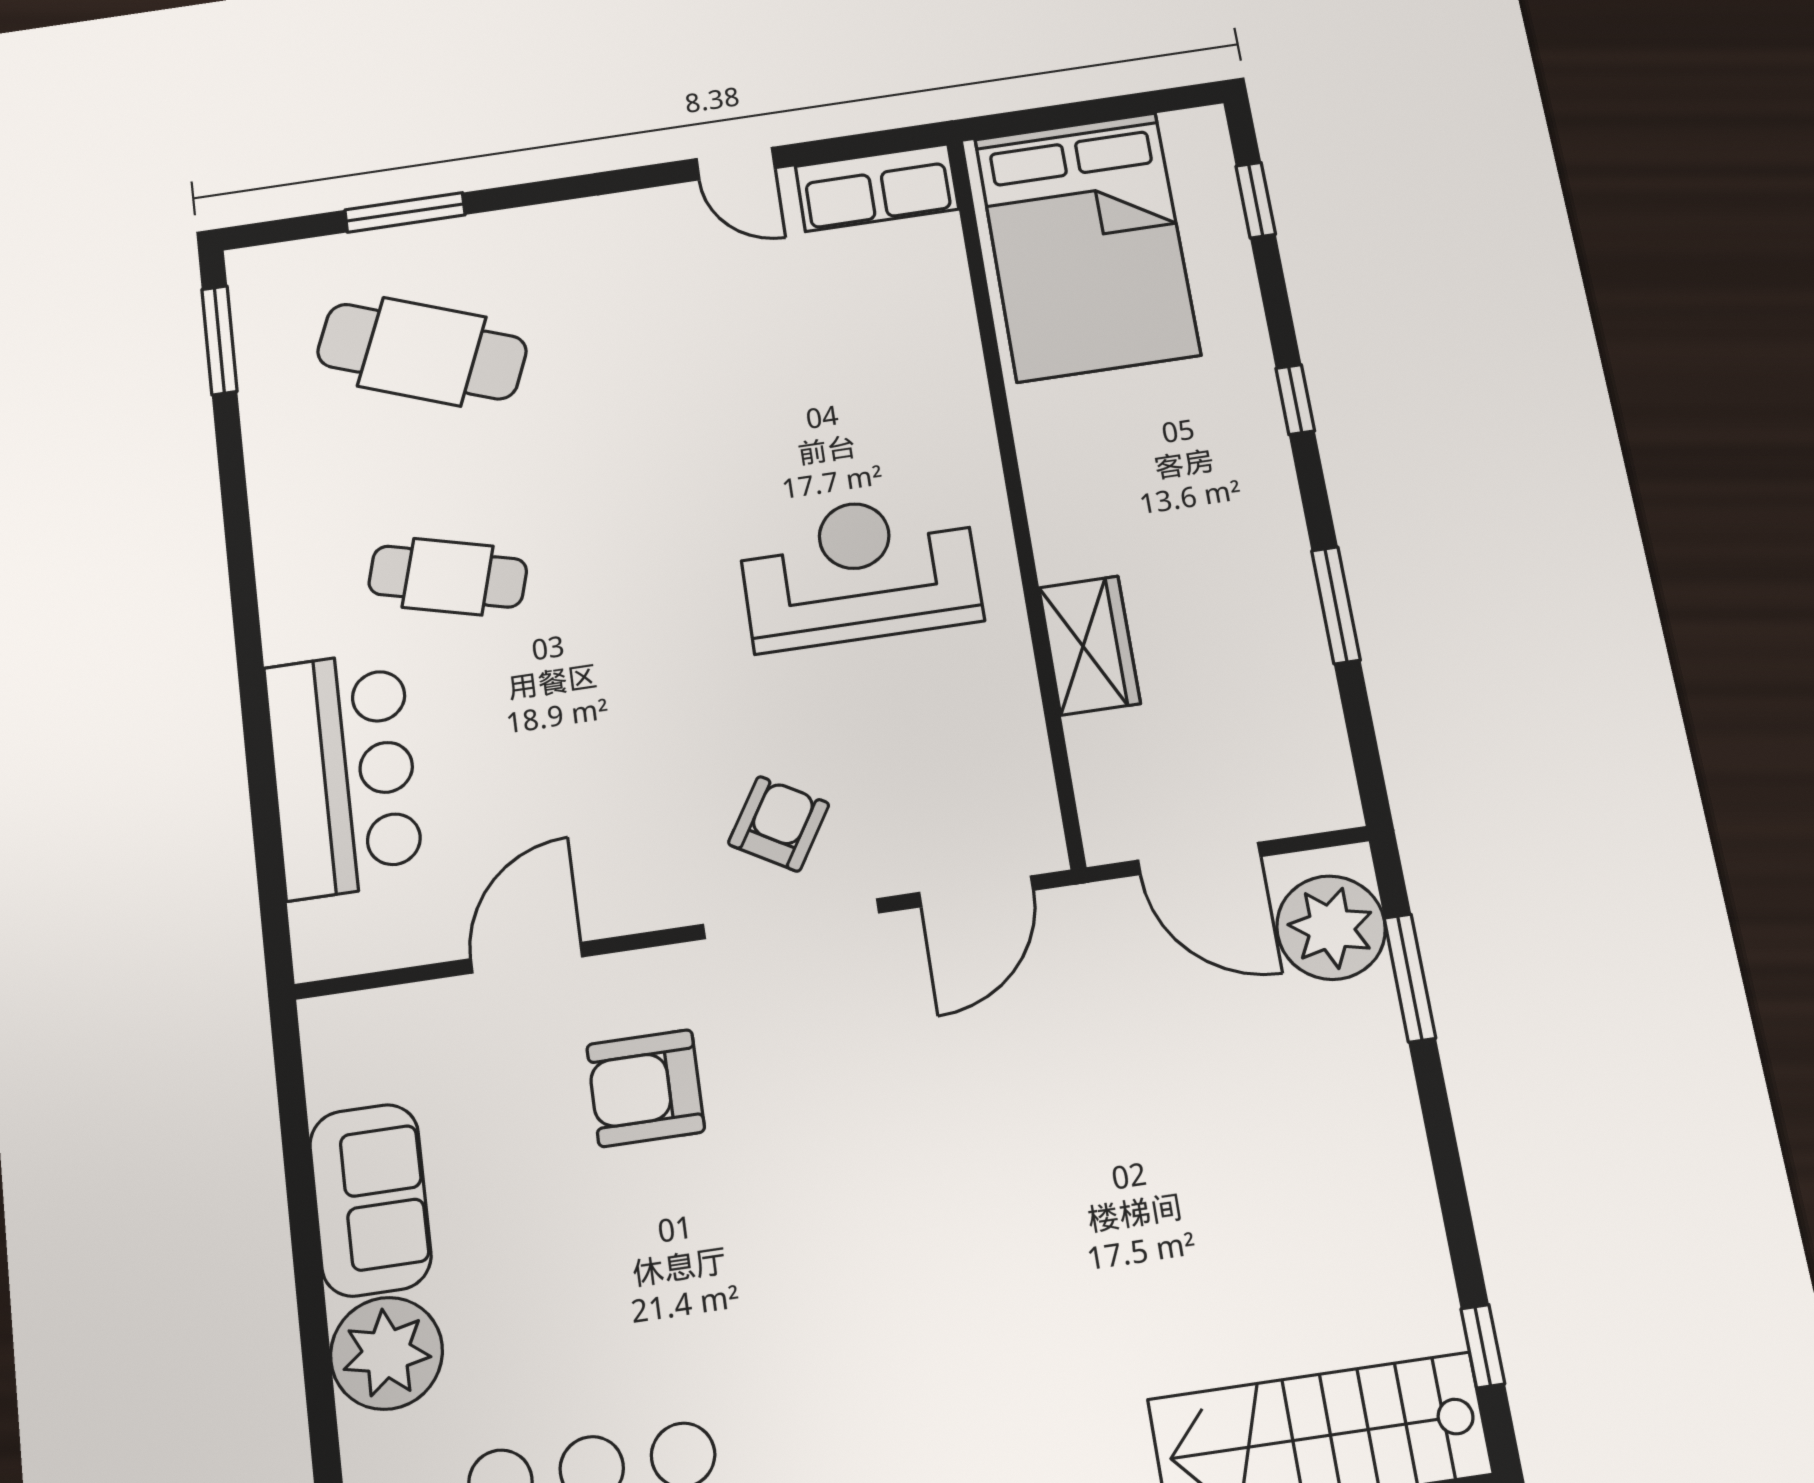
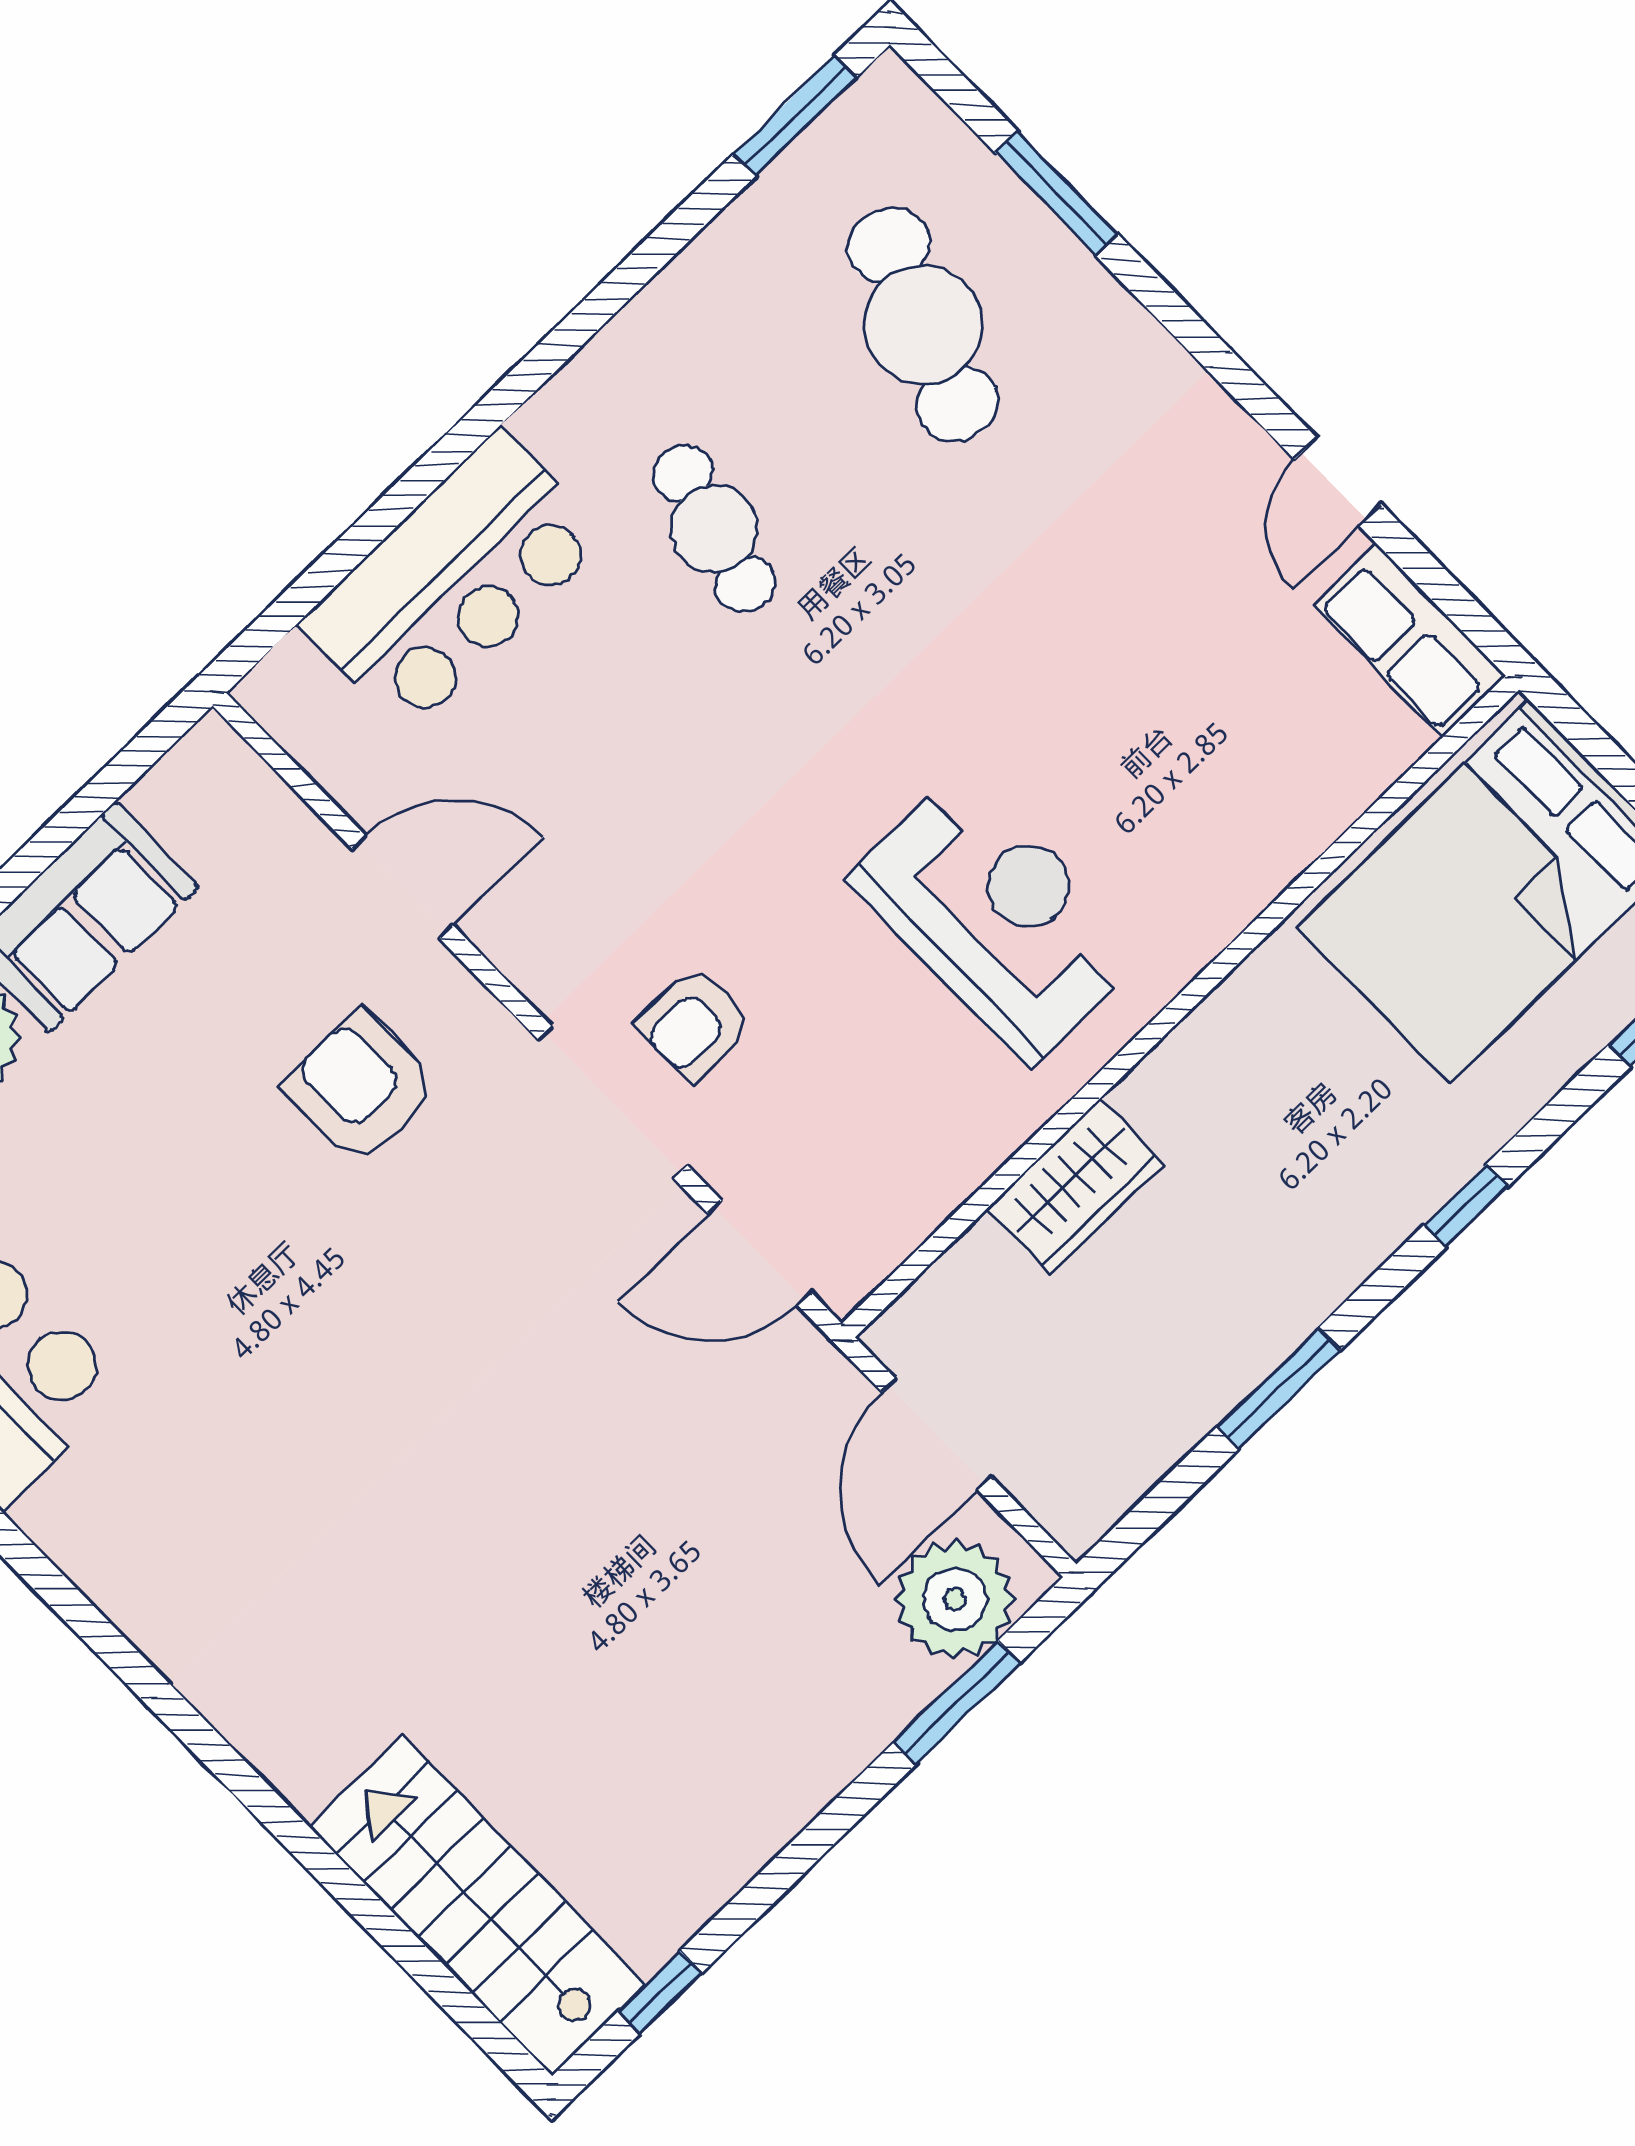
armchair: (779, 824) -> (695, 1024), turned 149

